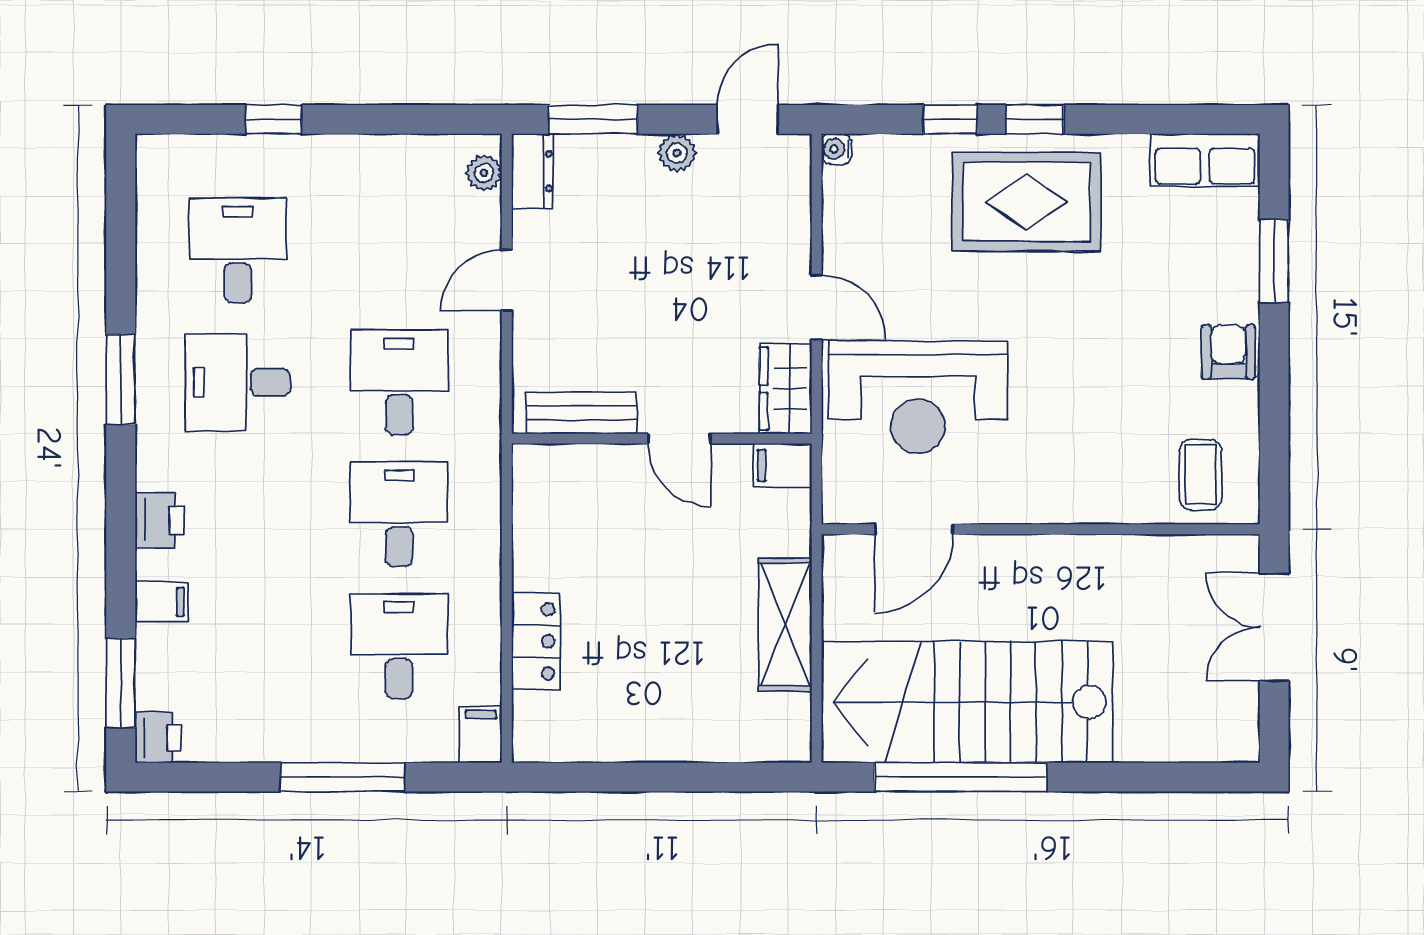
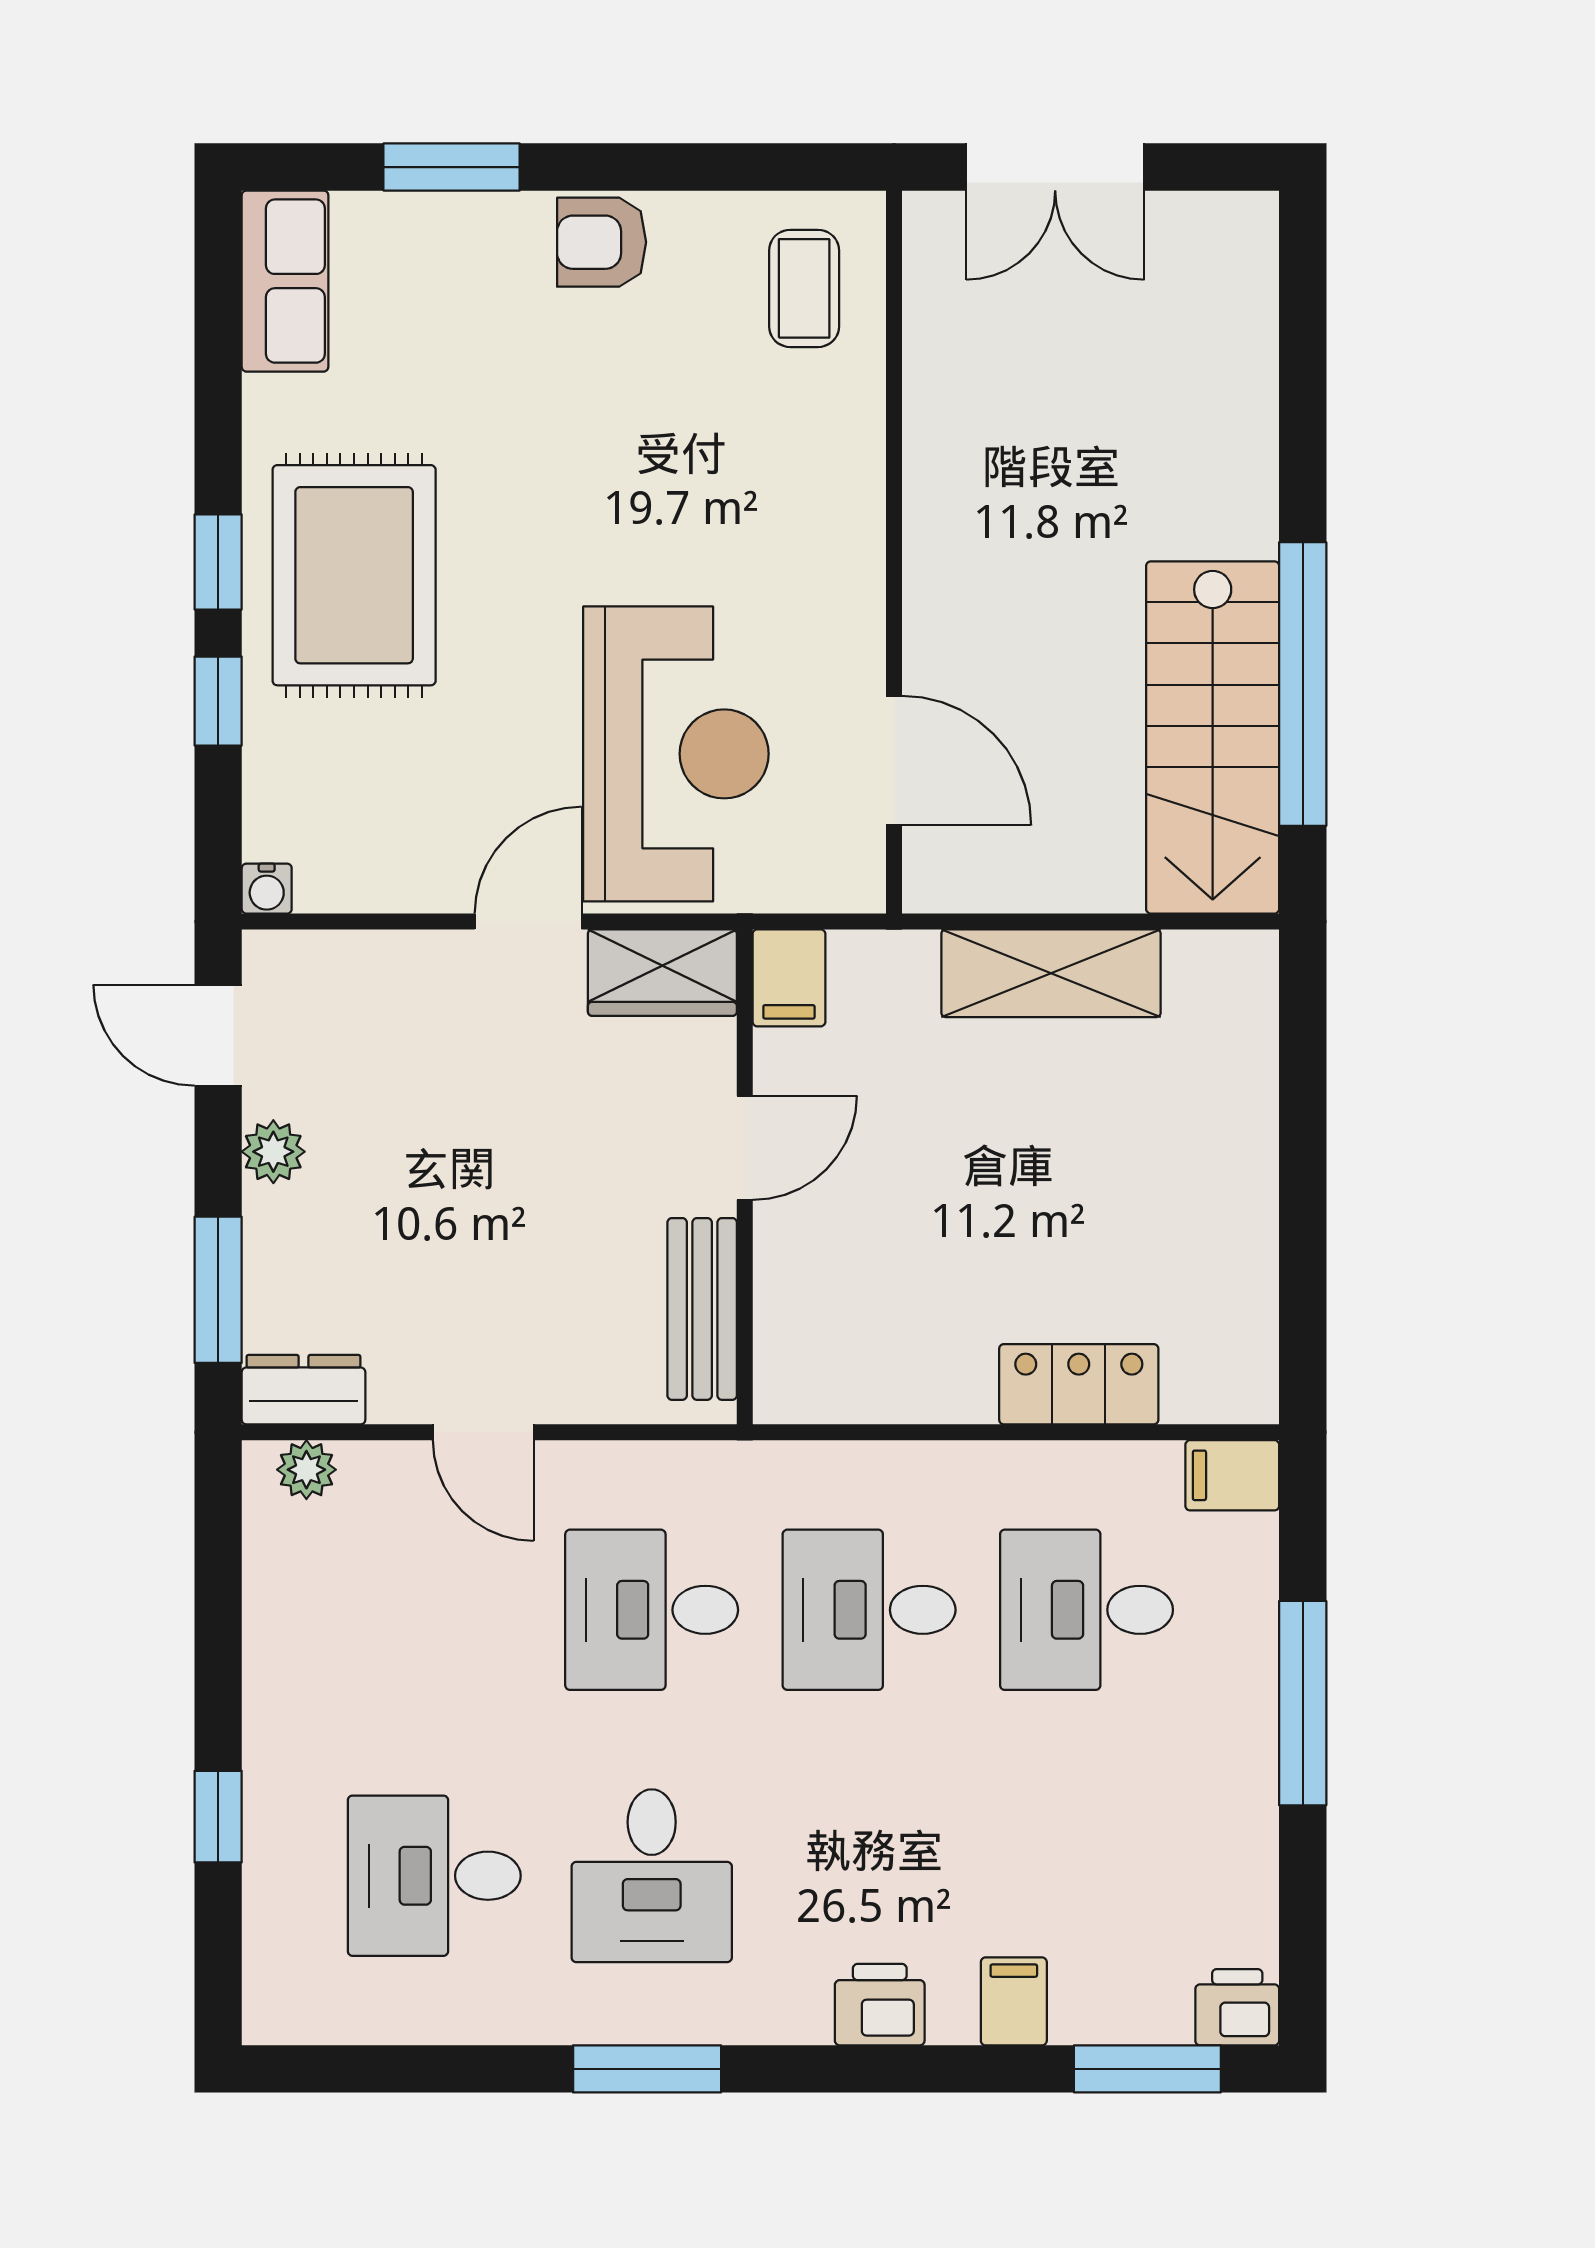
coffee table: (1200, 475) -> (804, 288), turned 90
stairs: (967, 702) -> (1213, 737), width x0.73, depth x0.66

